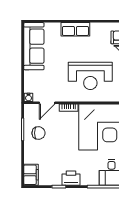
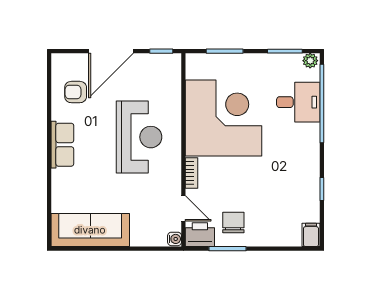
row of seats: (75, 29) -> (62, 145), moved
filing cabinet: (31, 175) -> (311, 235), width x0.50
printer: (71, 178) -> (200, 235), moved, turned 90

